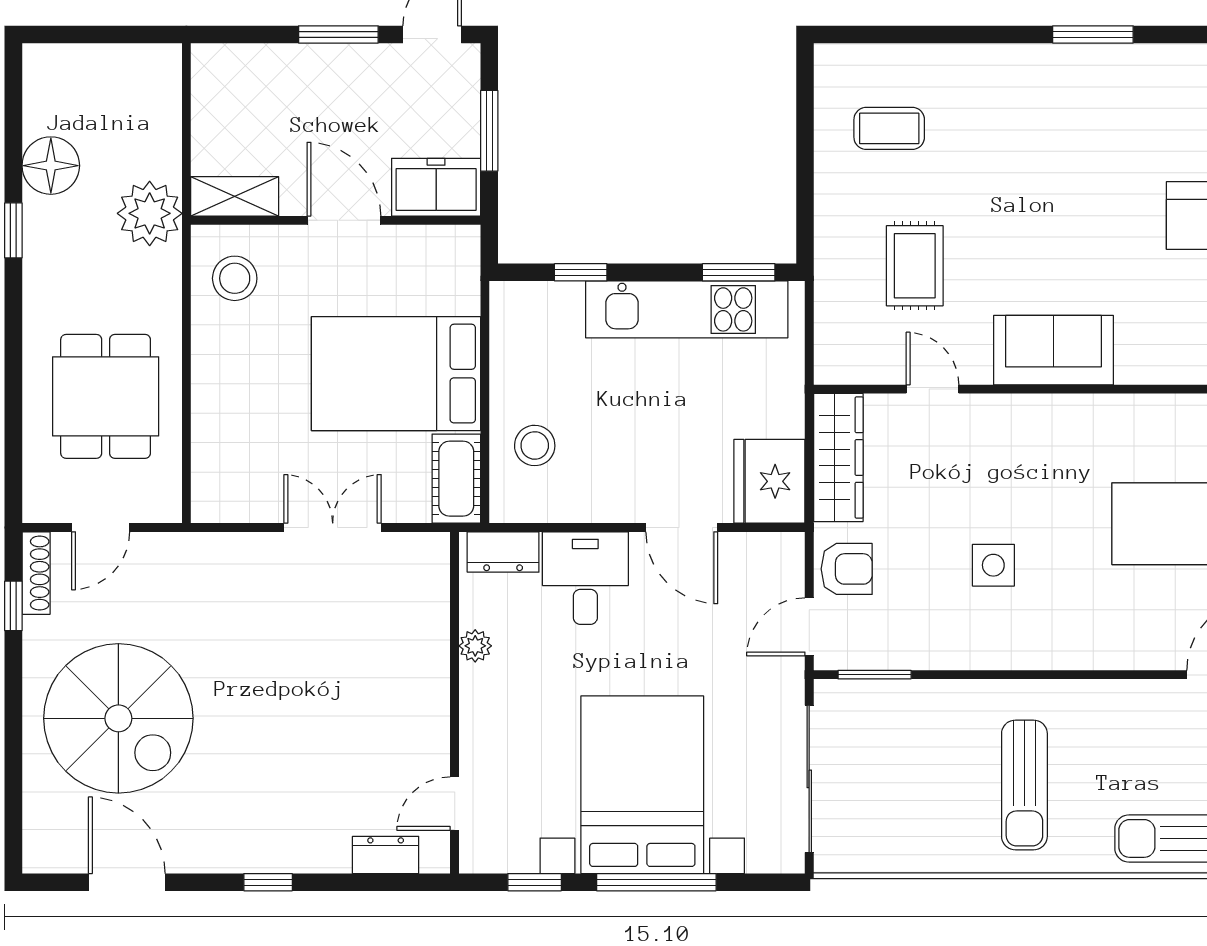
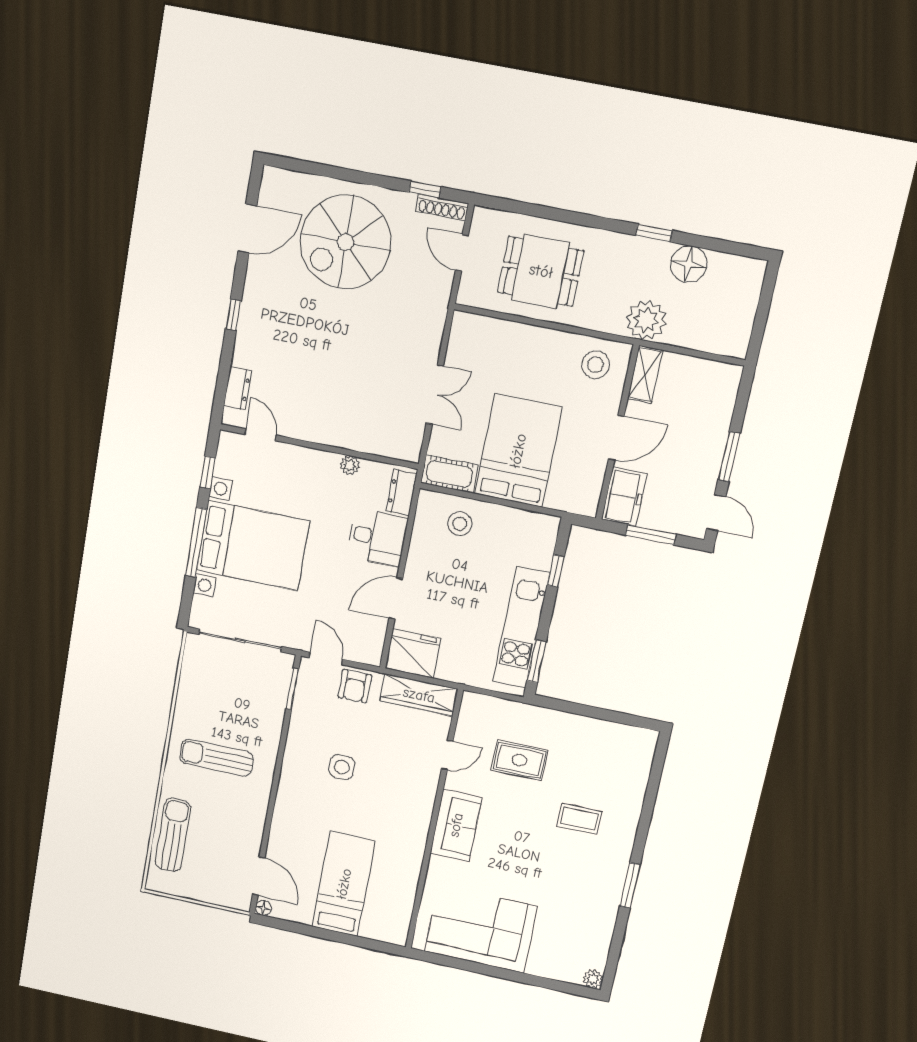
coffee table: (889, 128) -> (579, 819), moved, turned 90

